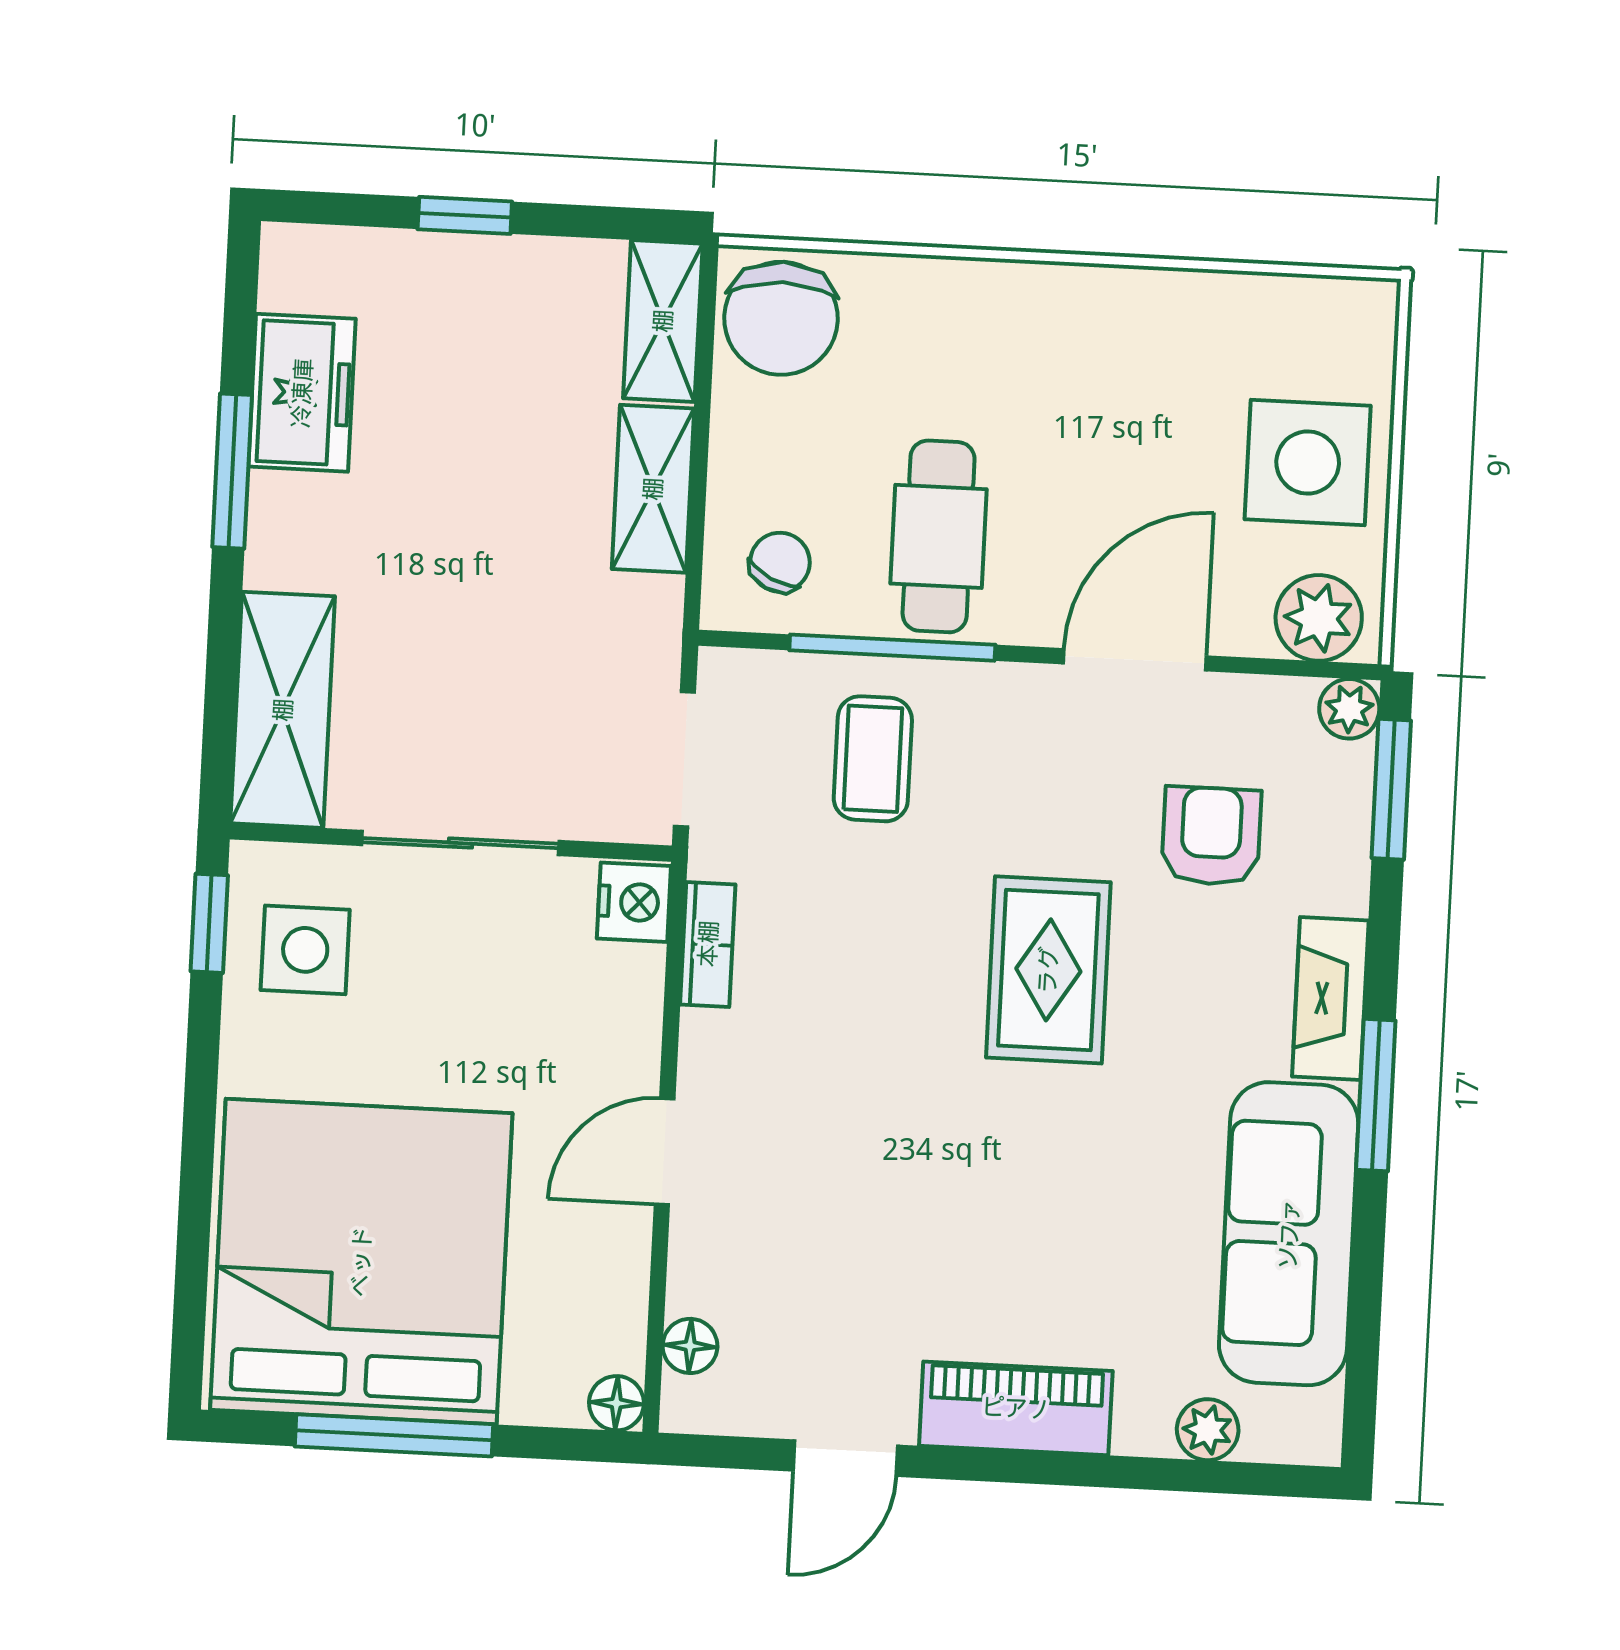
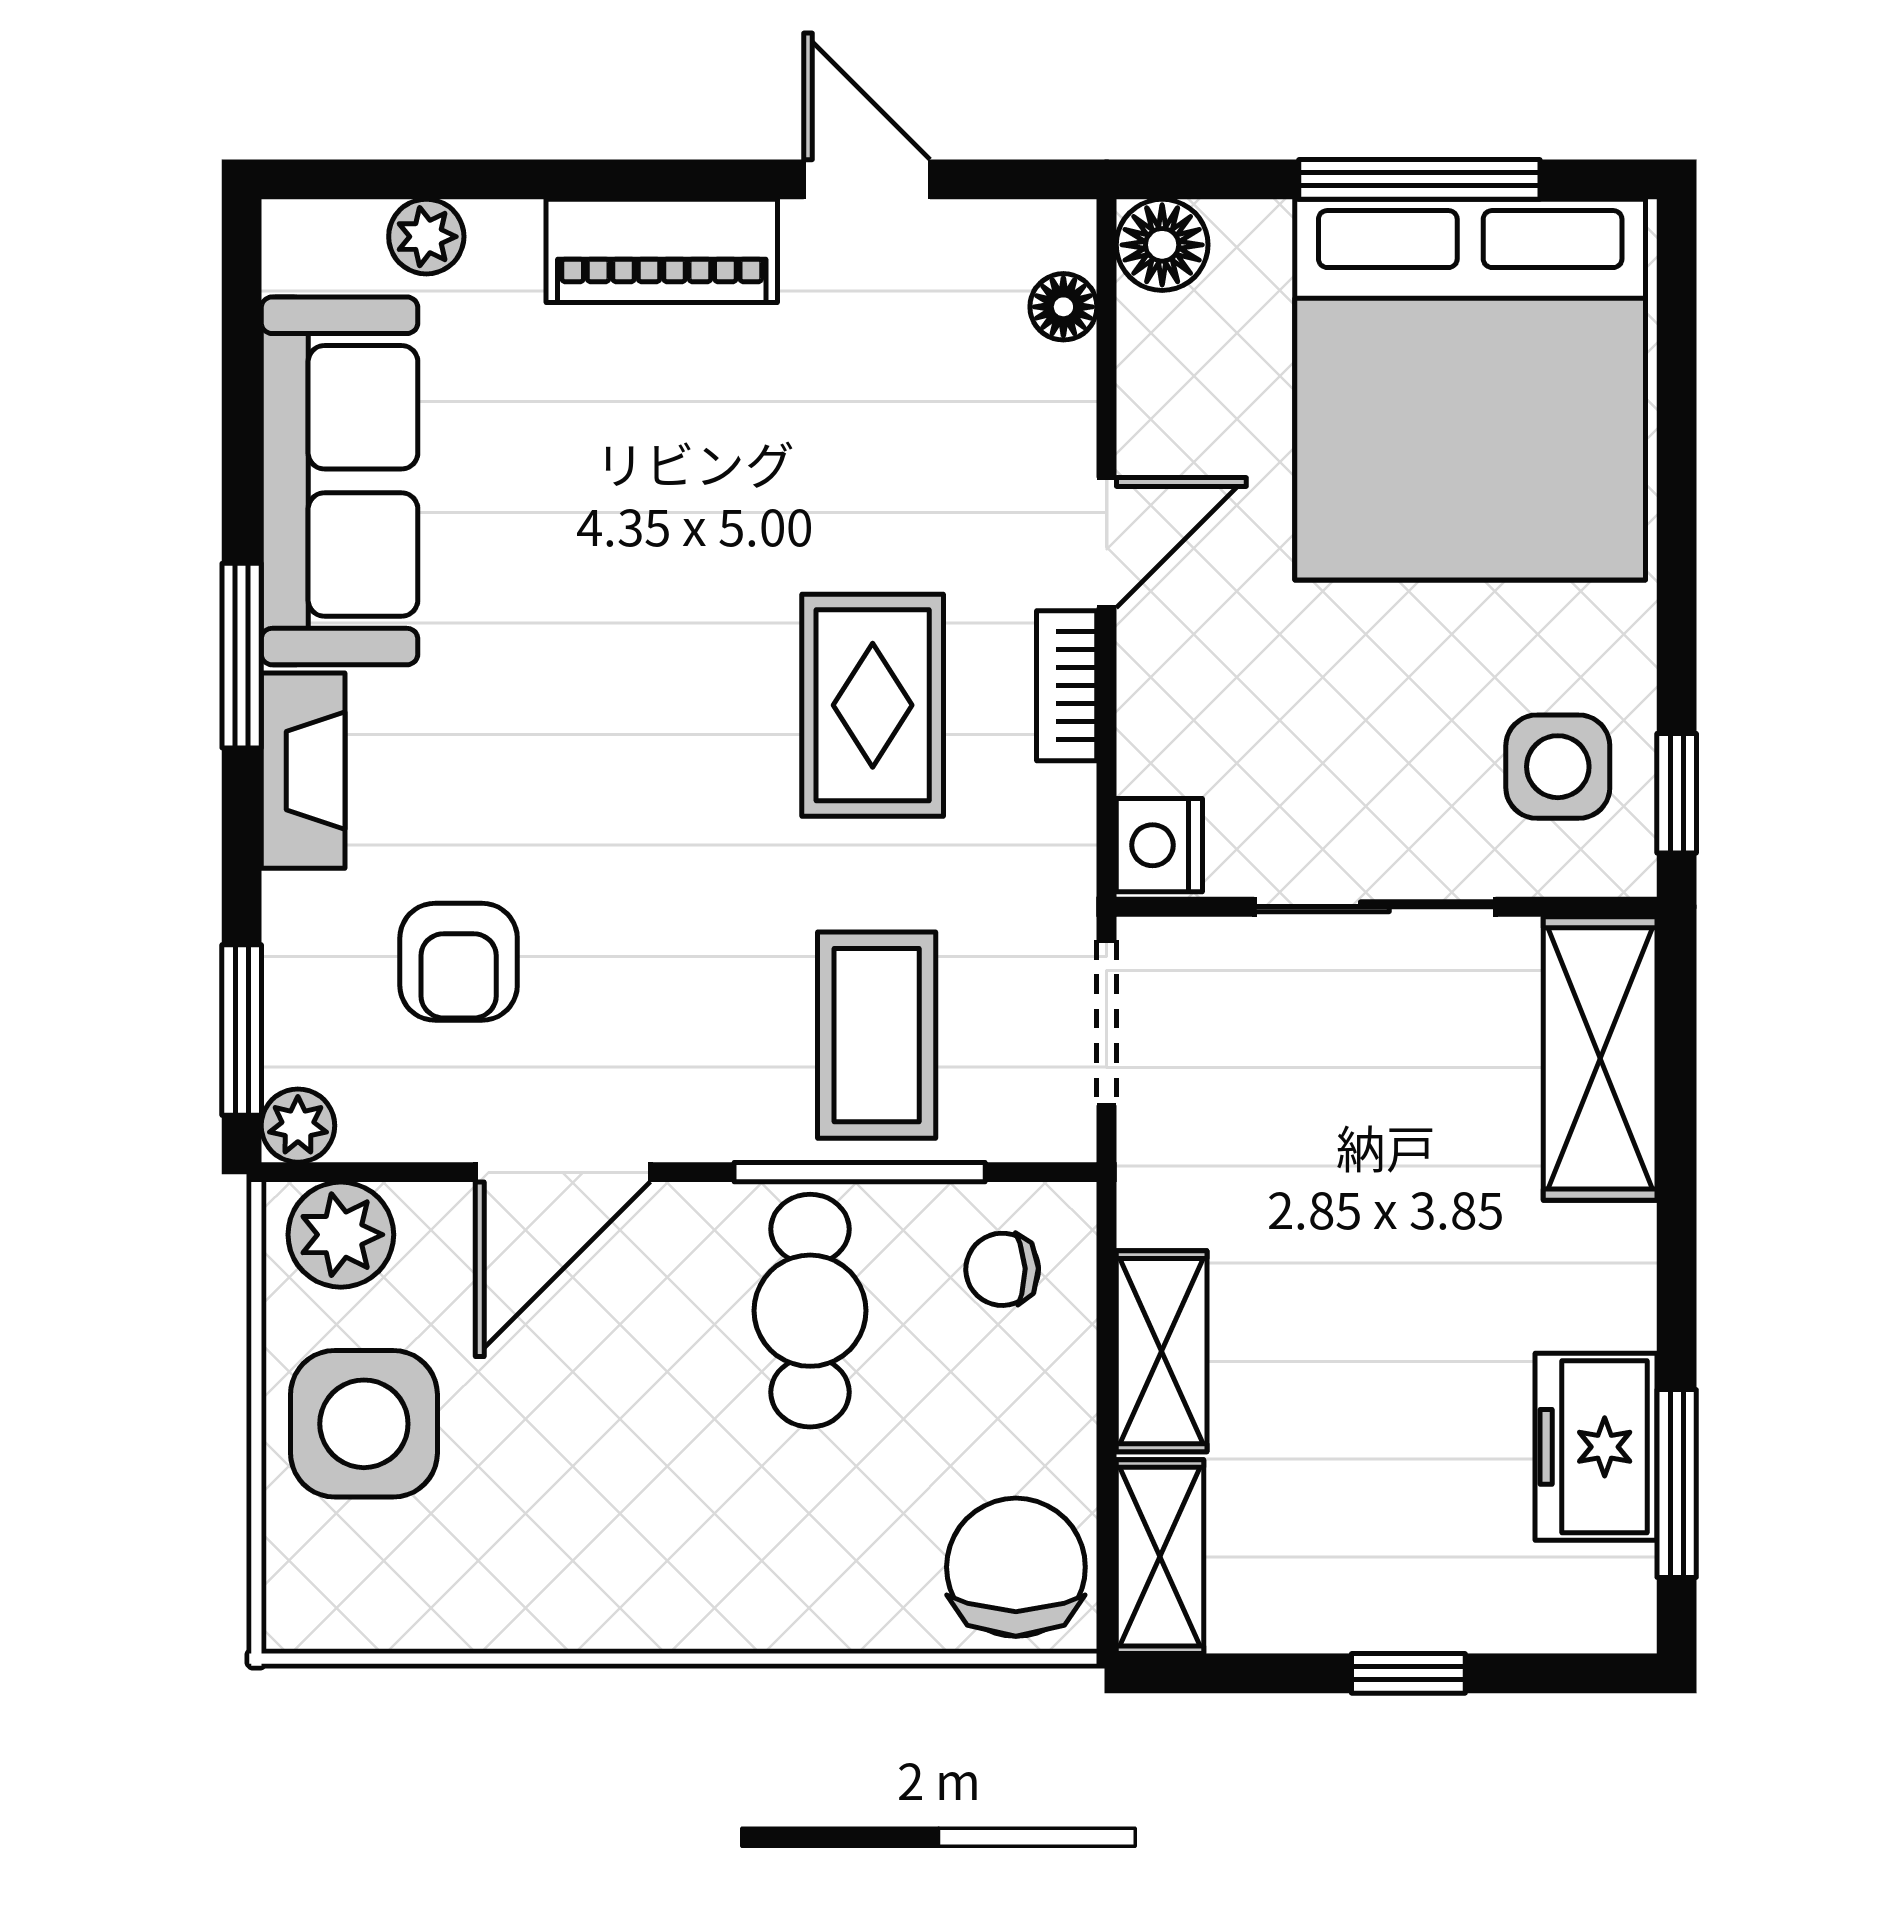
window: (232, 471) -> (1677, 1484), moved
chair: (780, 562) -> (1002, 1269), turned 62
coffee table: (873, 759) -> (877, 1035), width x1.36, depth x1.30
bookcase: (708, 944) -> (1067, 686), moved
rug: (1048, 970) -> (873, 705), moved
floor lamp: (616, 1403) -> (1162, 245), width x1.37, depth x1.37
door: (845, 1458) -> (867, 179), hinge flipped

